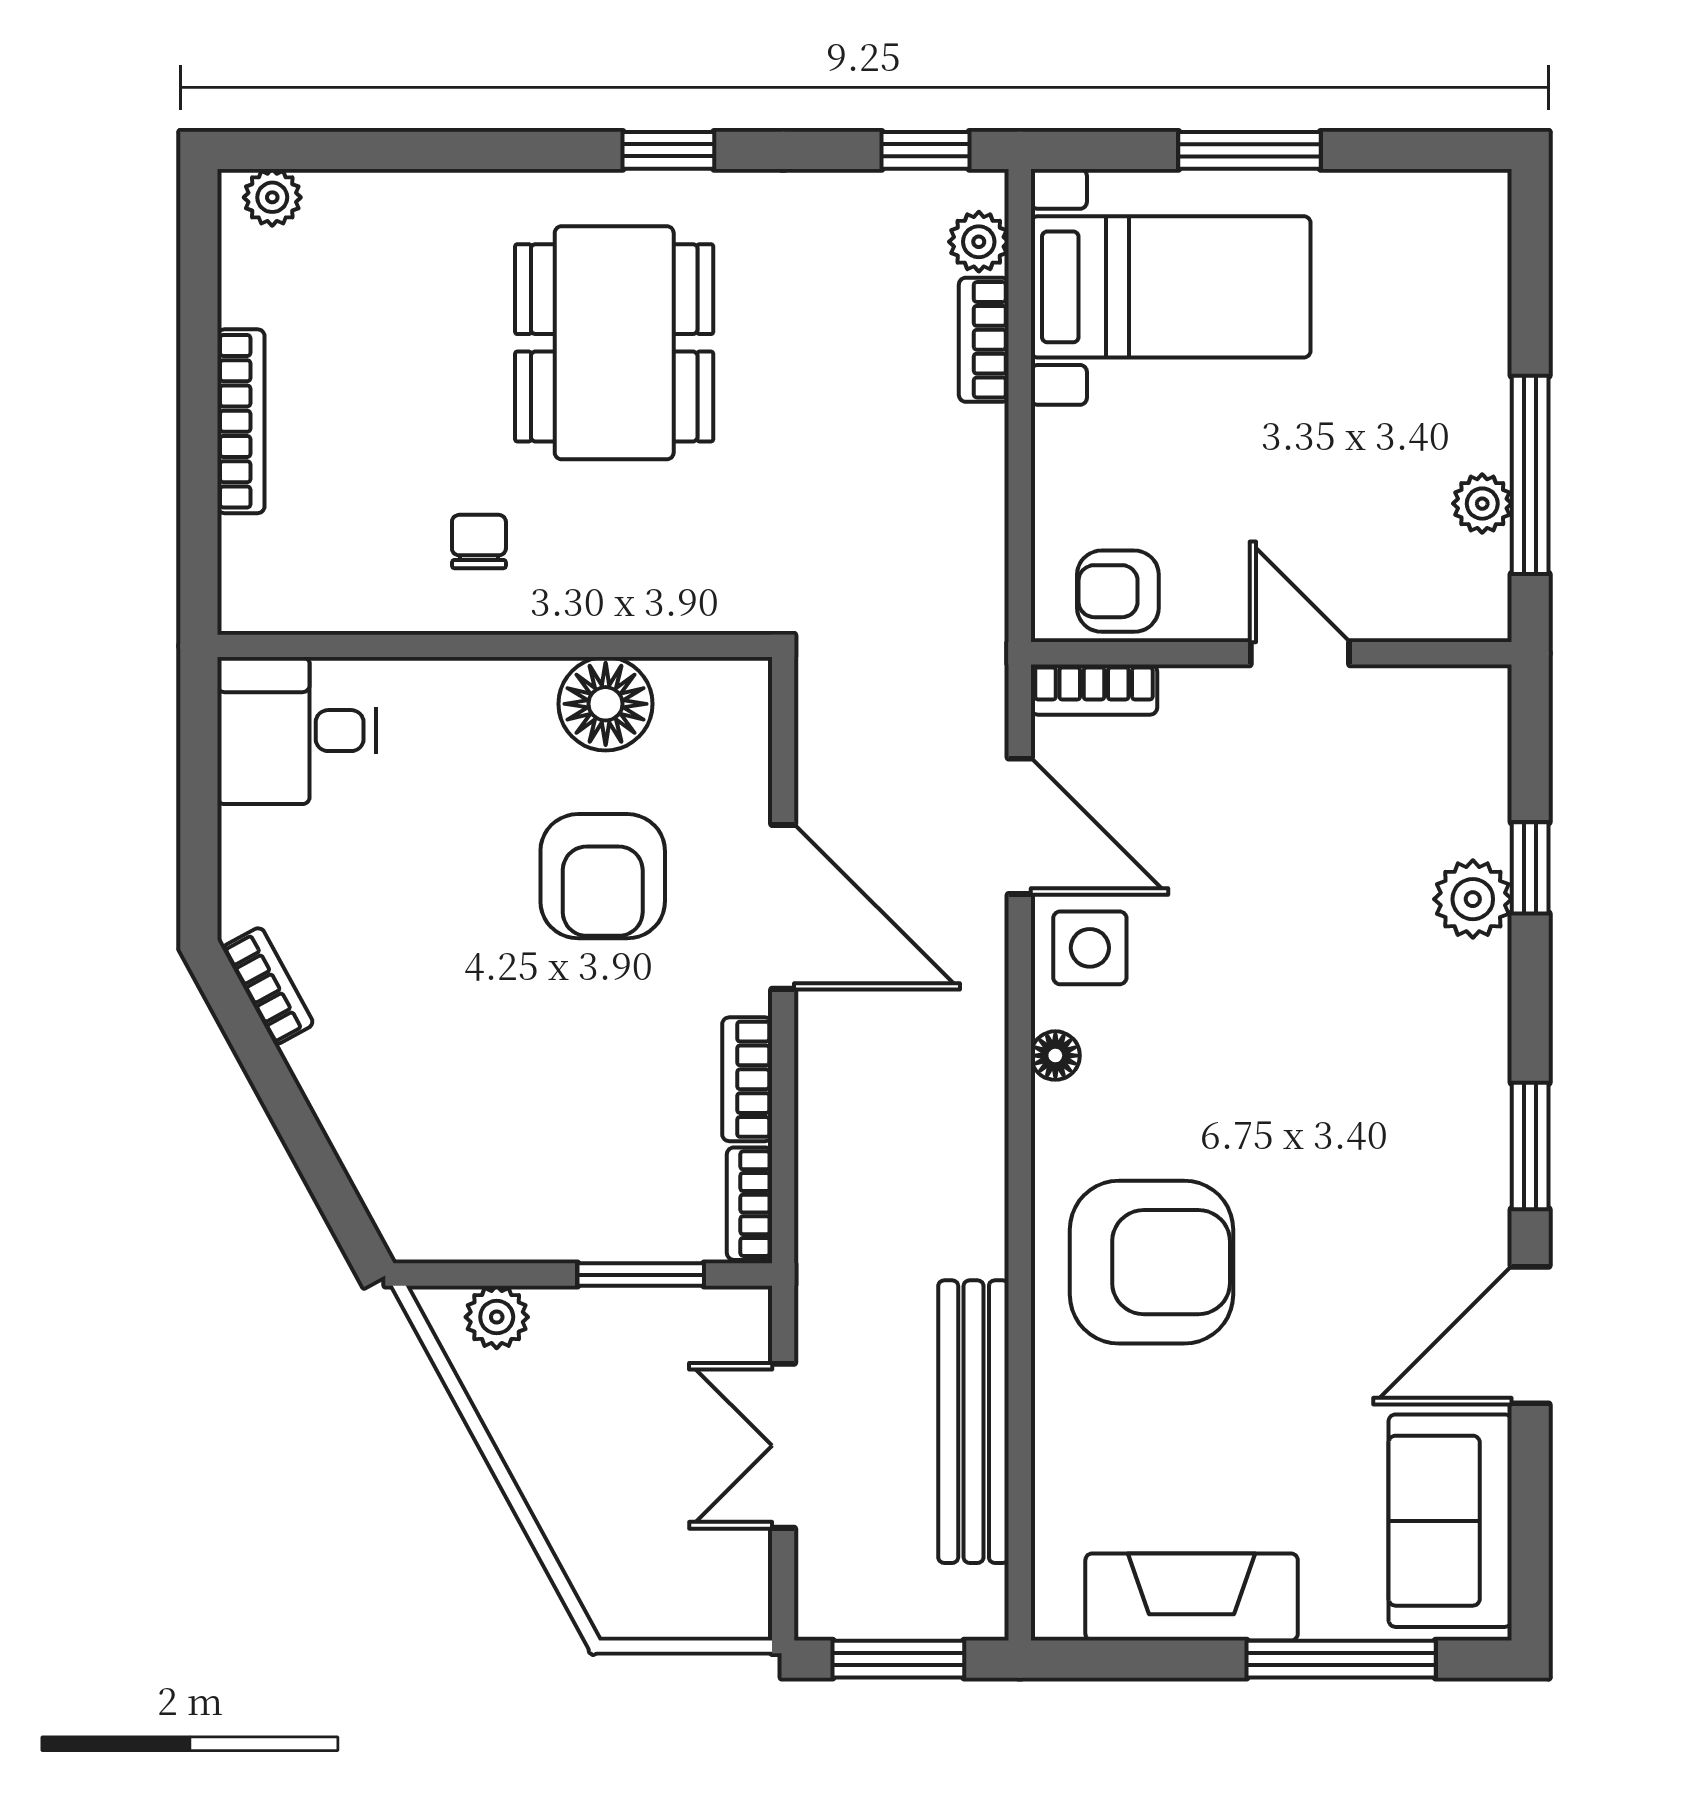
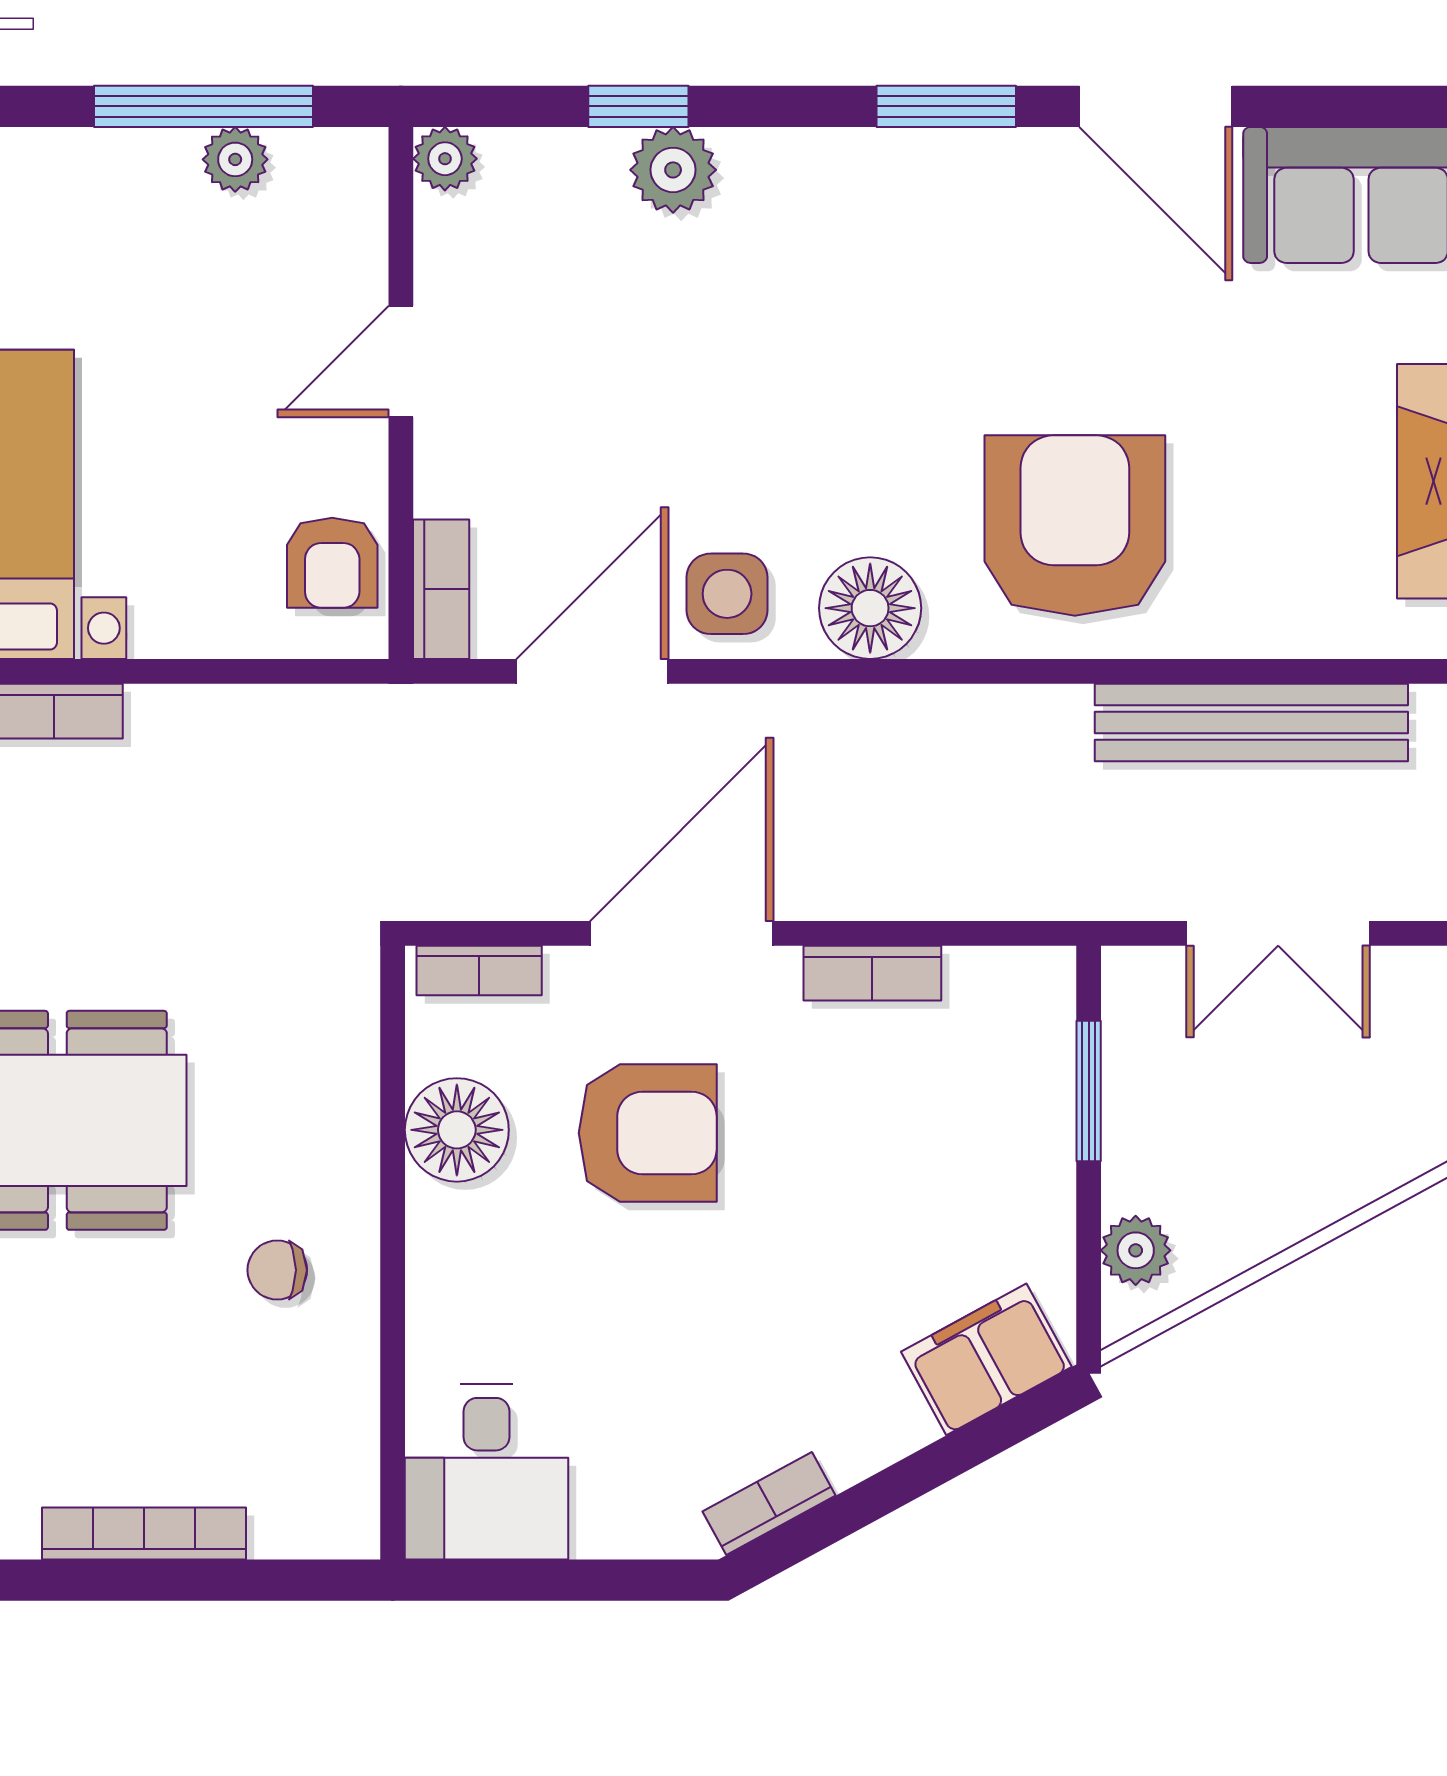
plant: (1483, 693) -> (445, 159), added
floor lamp: (1055, 1056) -> (870, 608), width x1.89, depth x1.89
filing cabinet: (398, 1182) -> (986, 1359), added
bookcase: (749, 1204) -> (479, 971), moved

